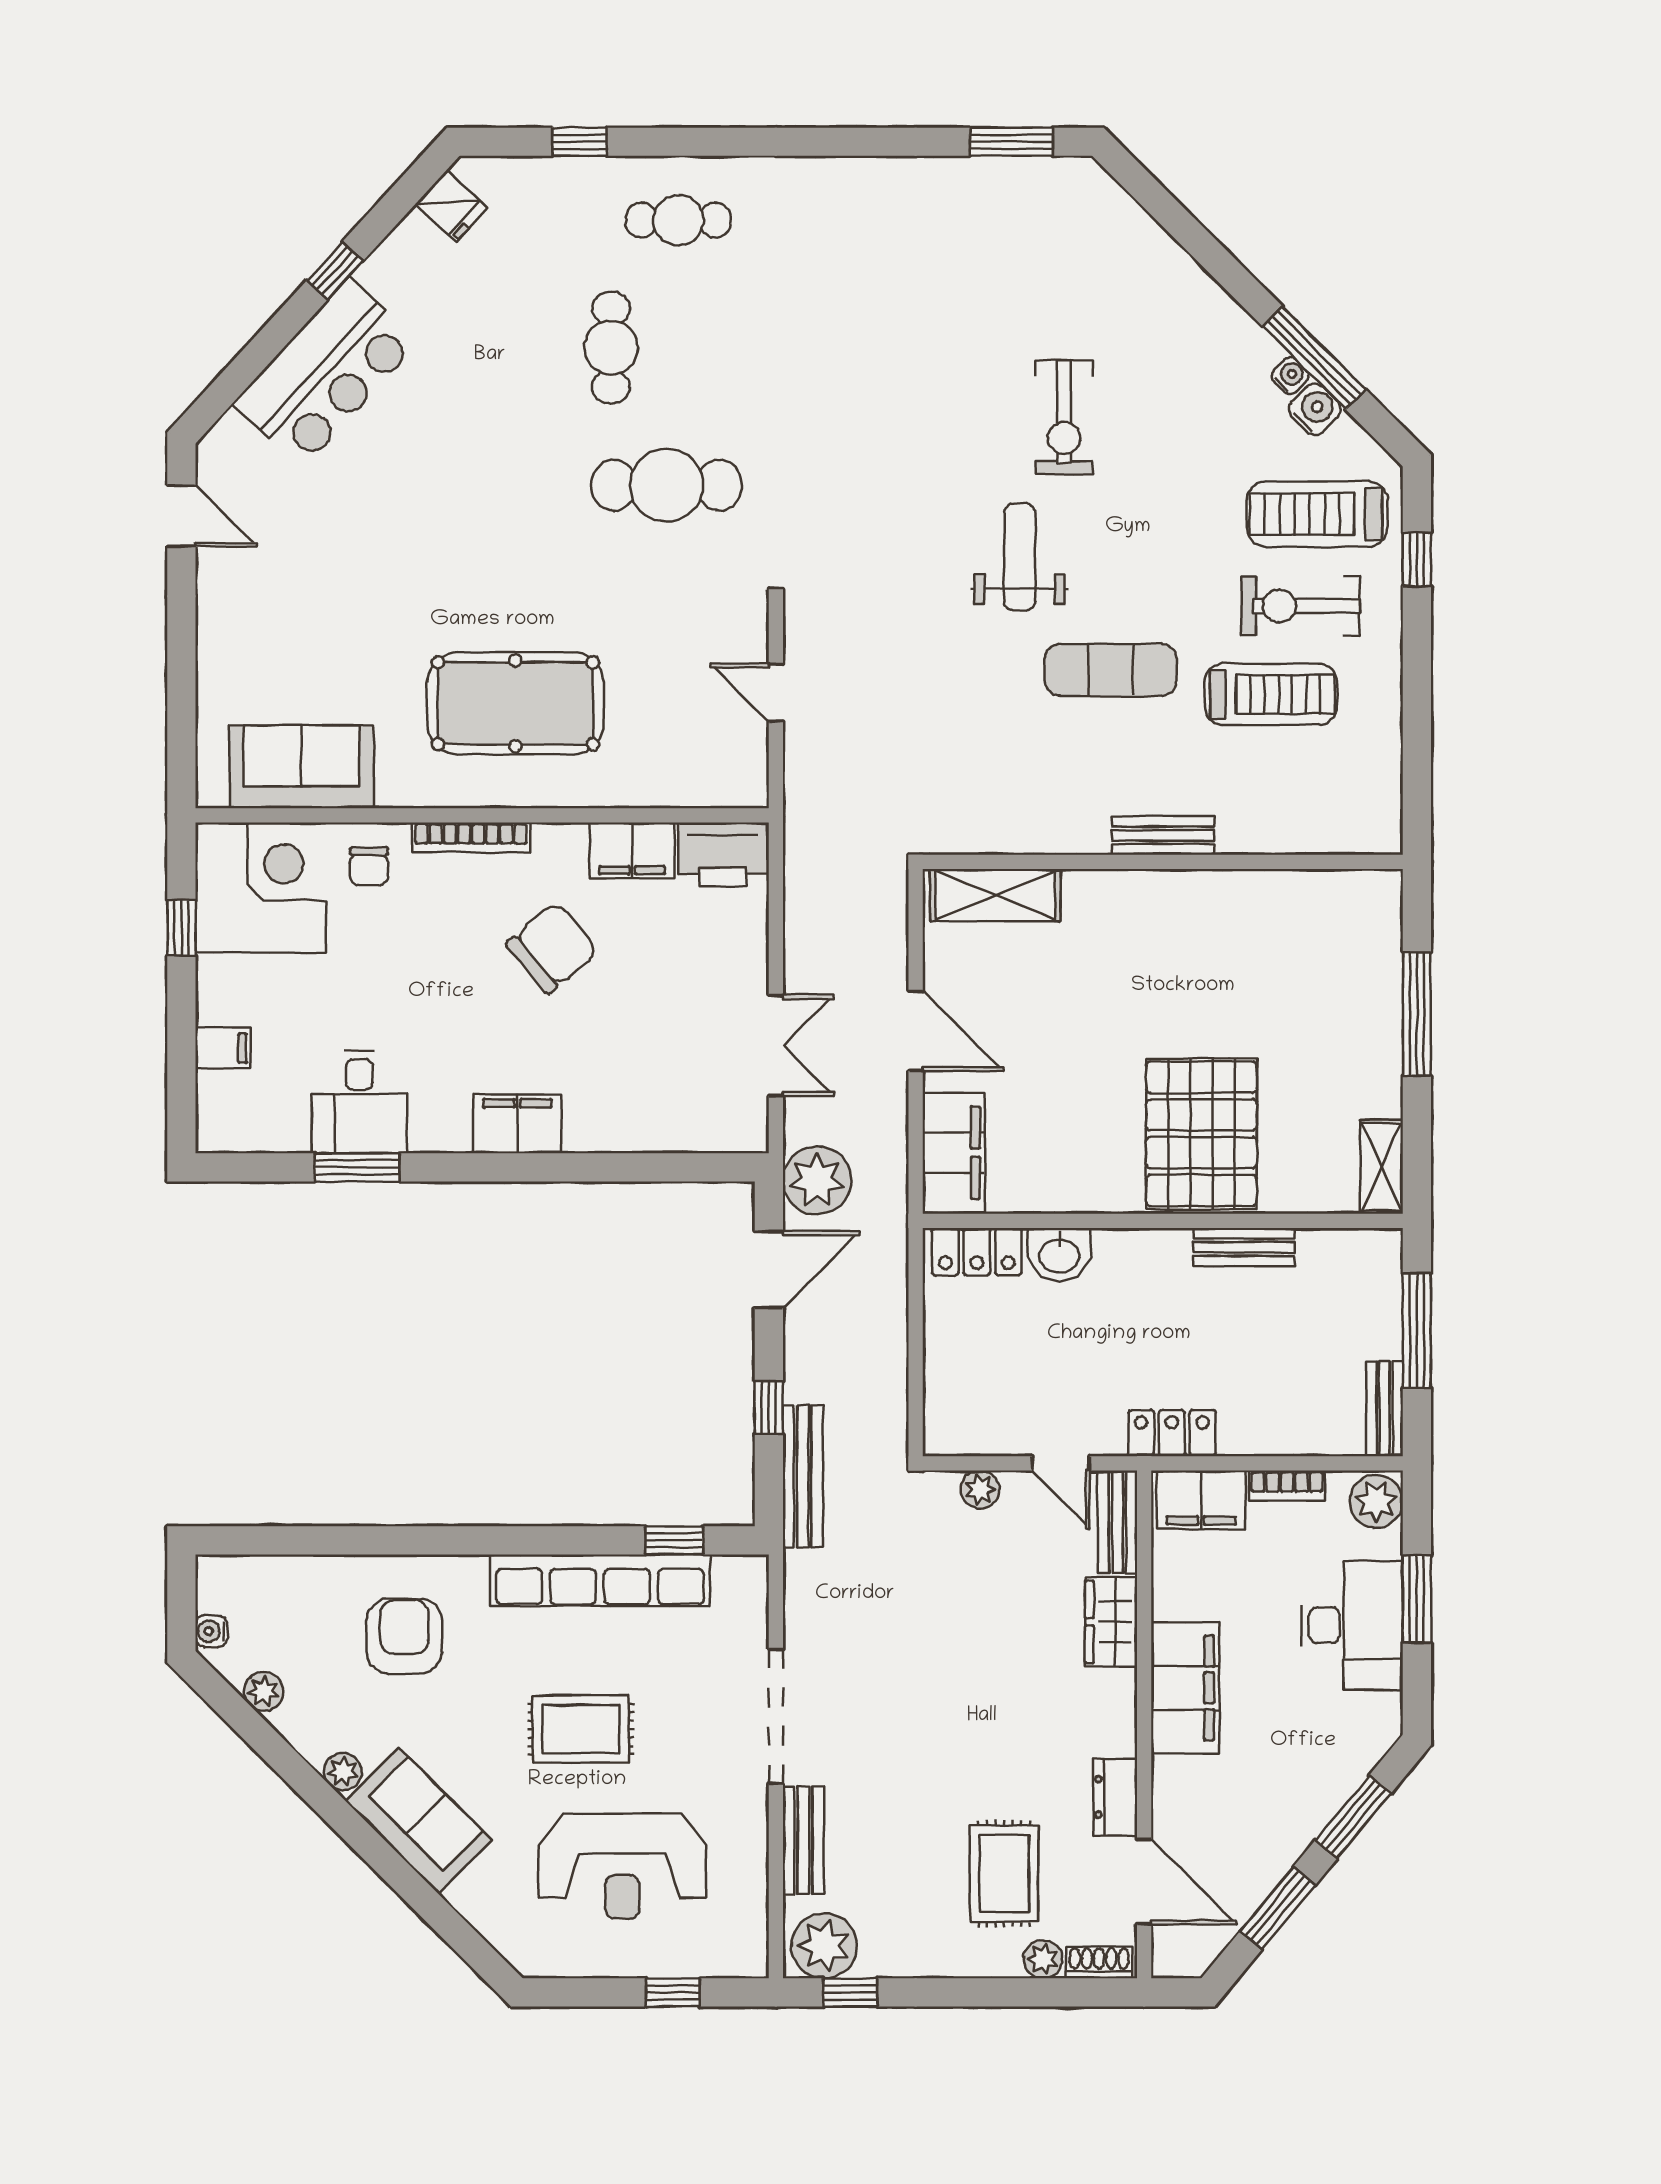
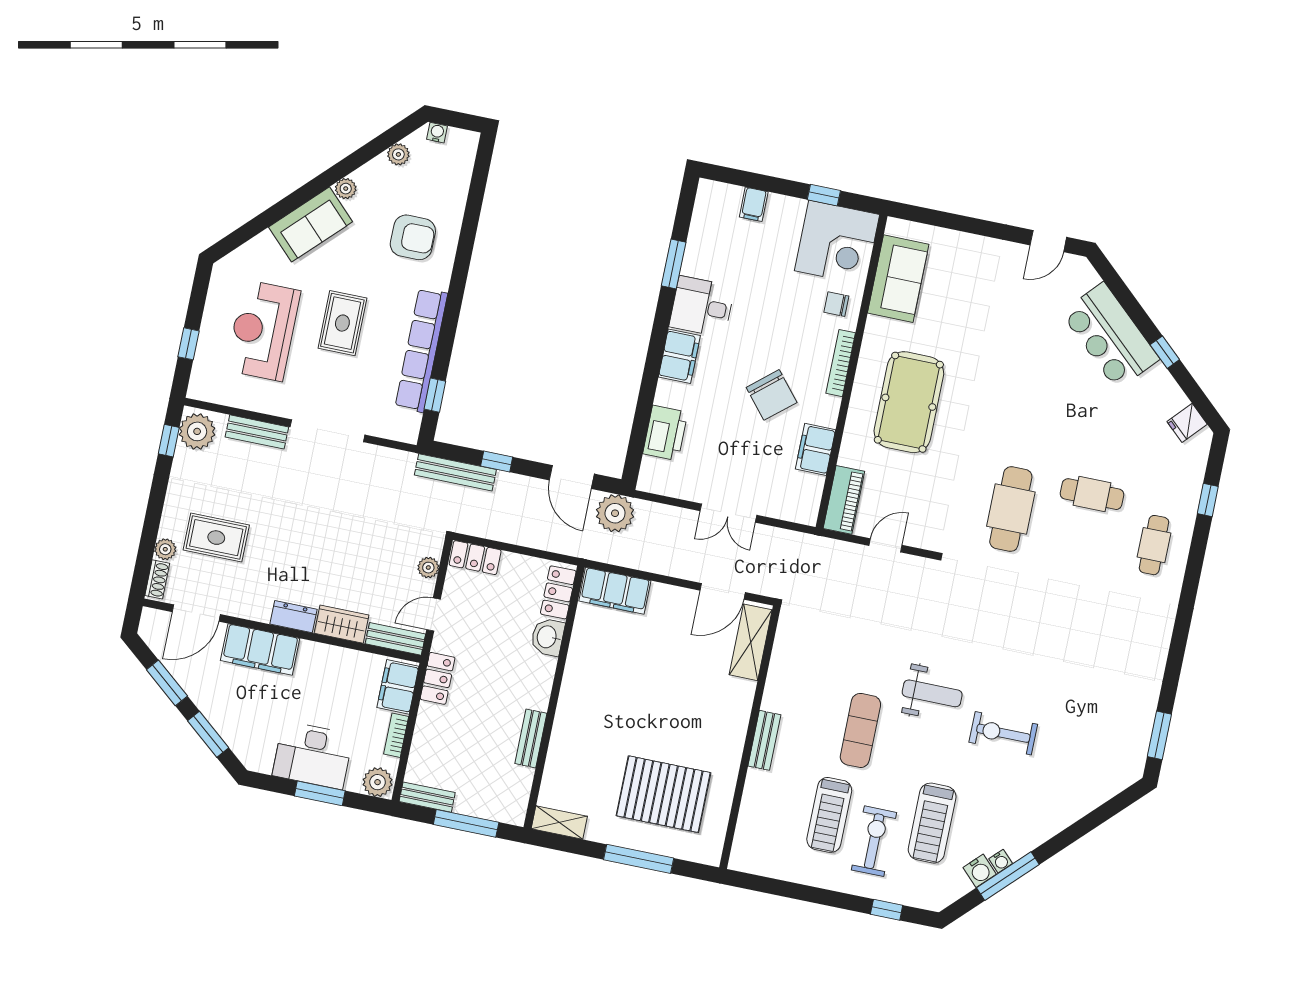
treadmill: (1317, 514) -> (932, 823), moved, turned 180
piano: (711, 782) -> (844, 500), added
printer: (723, 855) -> (665, 433), moved, turned 180
door: (916, 1031) -> (723, 591), moved
double door: (776, 1045) -> (728, 513), moved
desk: (359, 1102) -> (702, 307), moved
pallet: (1201, 1134) -> (663, 794), moved
locker: (946, 1411) -> (475, 558), added
filing cabinet: (1185, 1688) -> (260, 649), moved
dresser: (1115, 1797) -> (293, 617), moved

